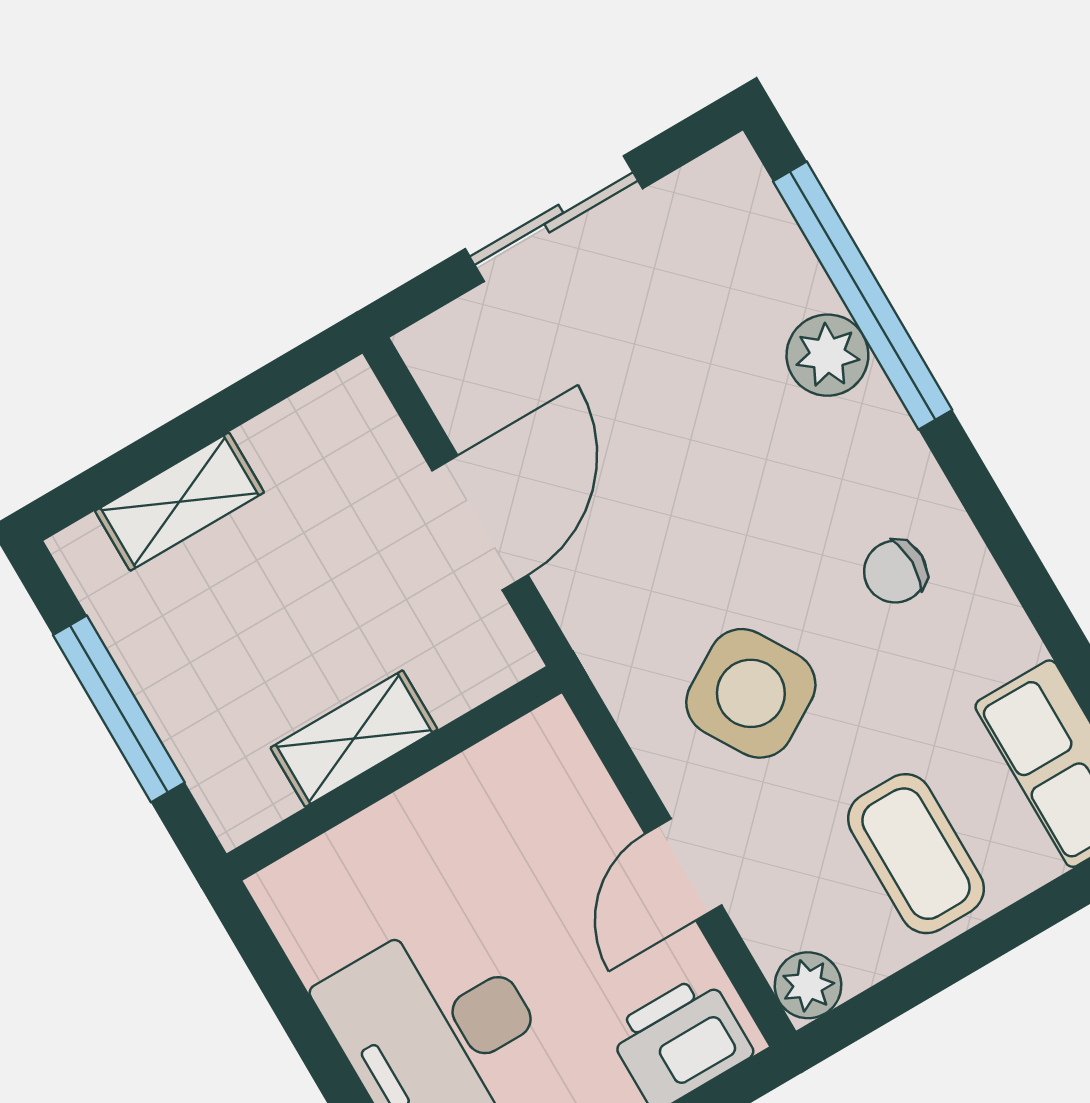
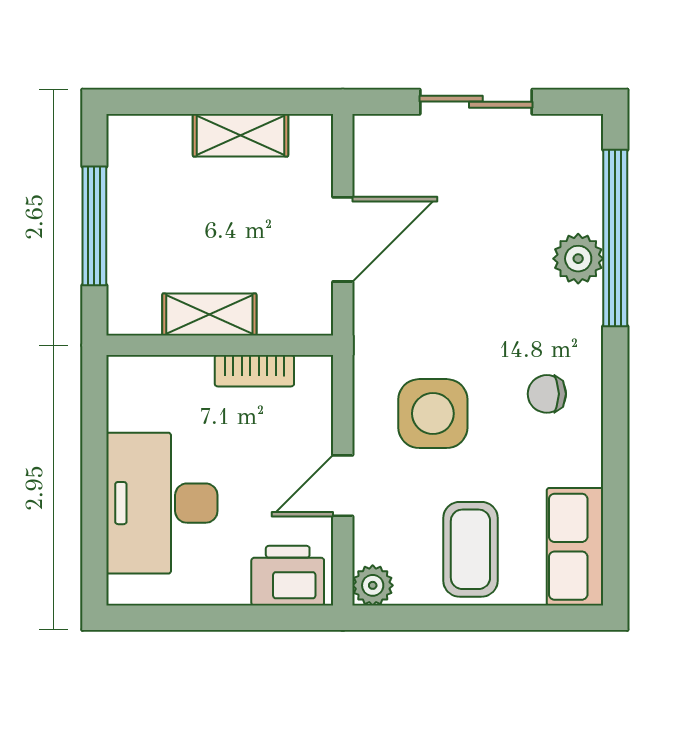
shelving: (179, 502) -> (241, 135), moved
side table: (751, 693) -> (433, 414), turned 31
bookcase: (464, 781) -> (254, 371), added

